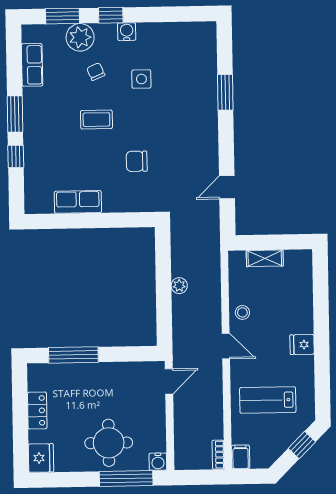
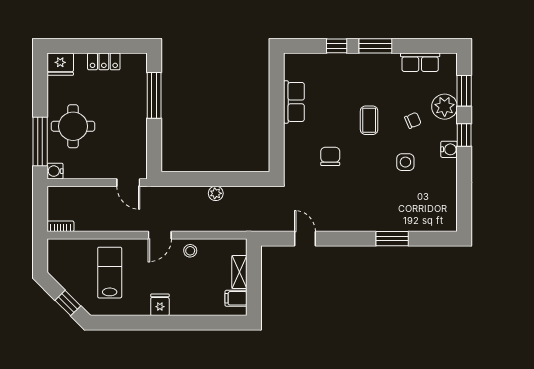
filing cabinet: (241, 457) -> (236, 298), moved, turned 180

